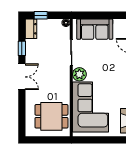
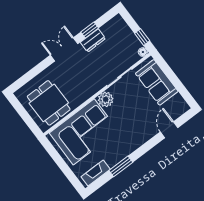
window: (41, 15) -> (142, 37), moved
dresser: (31, 29) -> (93, 40), moved
double door: (22, 77) -> (64, 49), swing flipped

